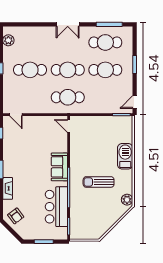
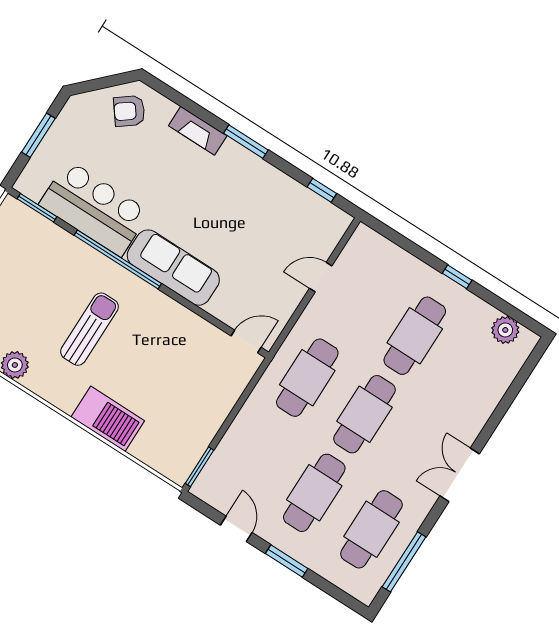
door: (135, 102) -> (236, 529), moved
door: (16, 115) -> (321, 277), moved
sofa: (59, 167) -> (173, 268), width x1.36

